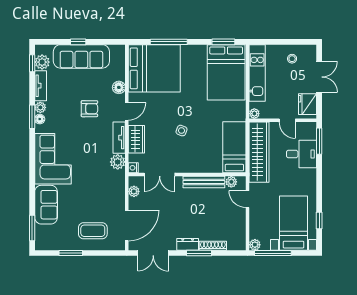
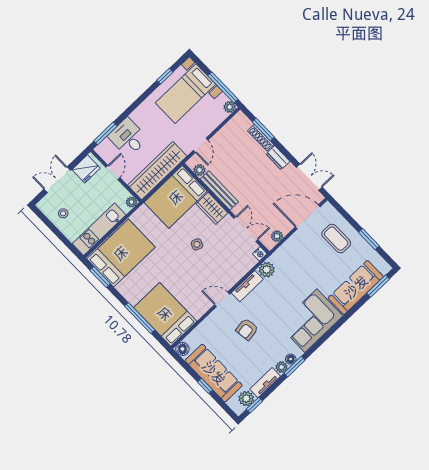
bed: (154, 68) -> (165, 314), width x0.73
floor lamp: (119, 87) -> (182, 349), moved
armchair: (89, 109) -> (247, 329), turned -98
wardrobe: (136, 139) -> (212, 208), moved, turned -90
bed: (234, 147) -> (176, 197), width x1.50
sofa: (46, 205) -> (356, 287), width x1.36
window: (199, 253) -> (263, 129), moved

